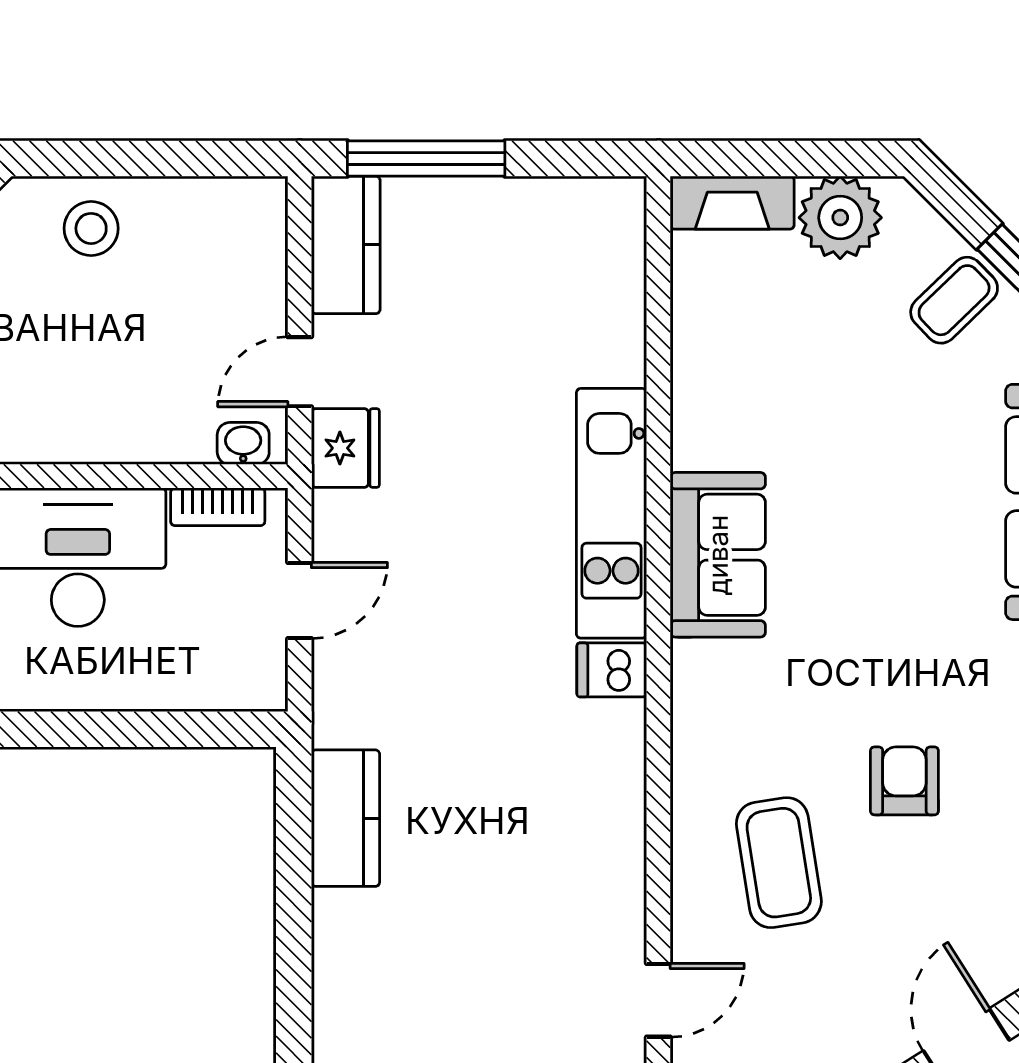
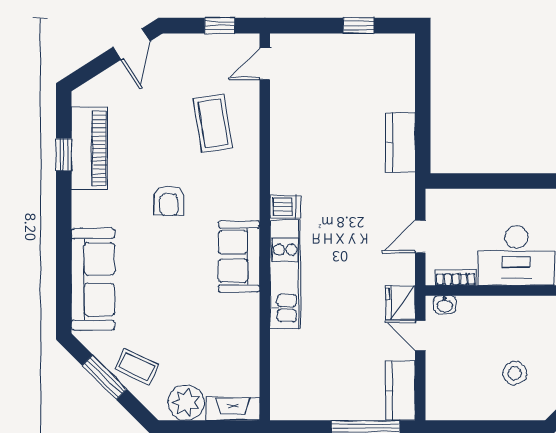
stool: (91, 228) -> (515, 373), moved
coffee table: (954, 300) -> (137, 367), turned 70
door: (300, 372) -> (420, 336), swing flipped
armchair: (904, 781) -> (169, 201), moved

